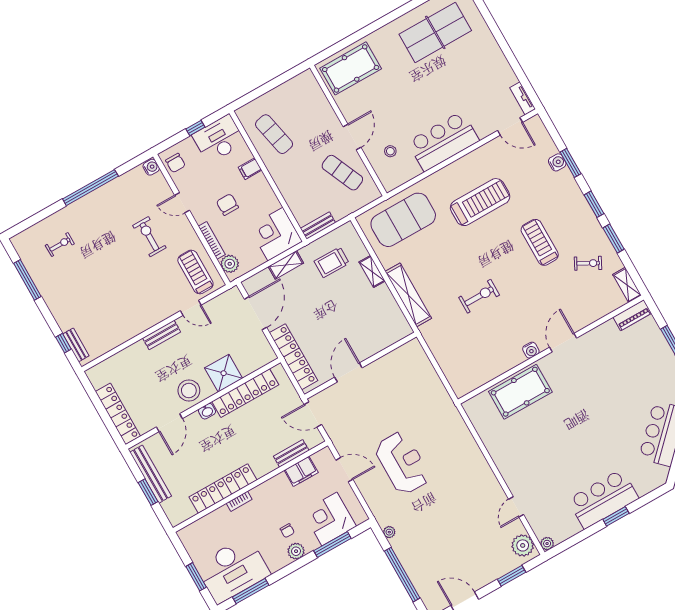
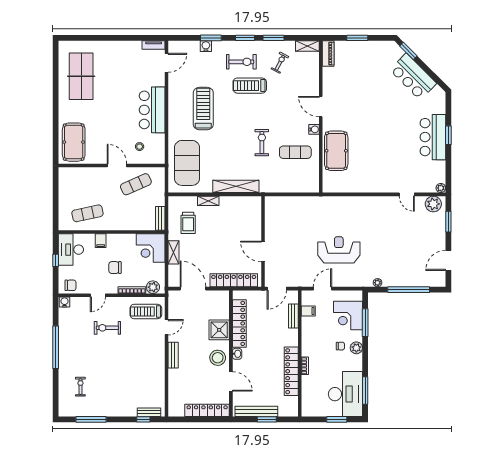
exercise bike: (563, 216) -> (241, 62), added
exercise mat: (490, 343) -> (295, 152), added
filing cabinet: (301, 471) -> (308, 311), width x0.50

